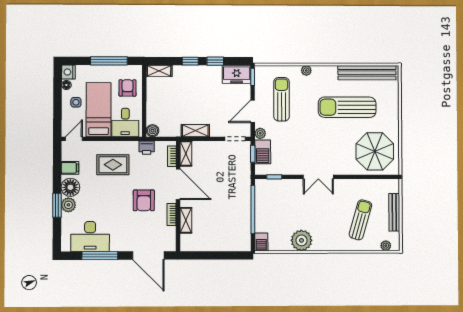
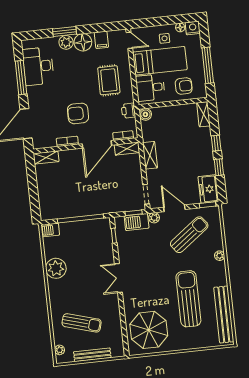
sun lounger: (282, 99) -> (189, 235), turned -37
shelving: (186, 220) -> (46, 158), moved

